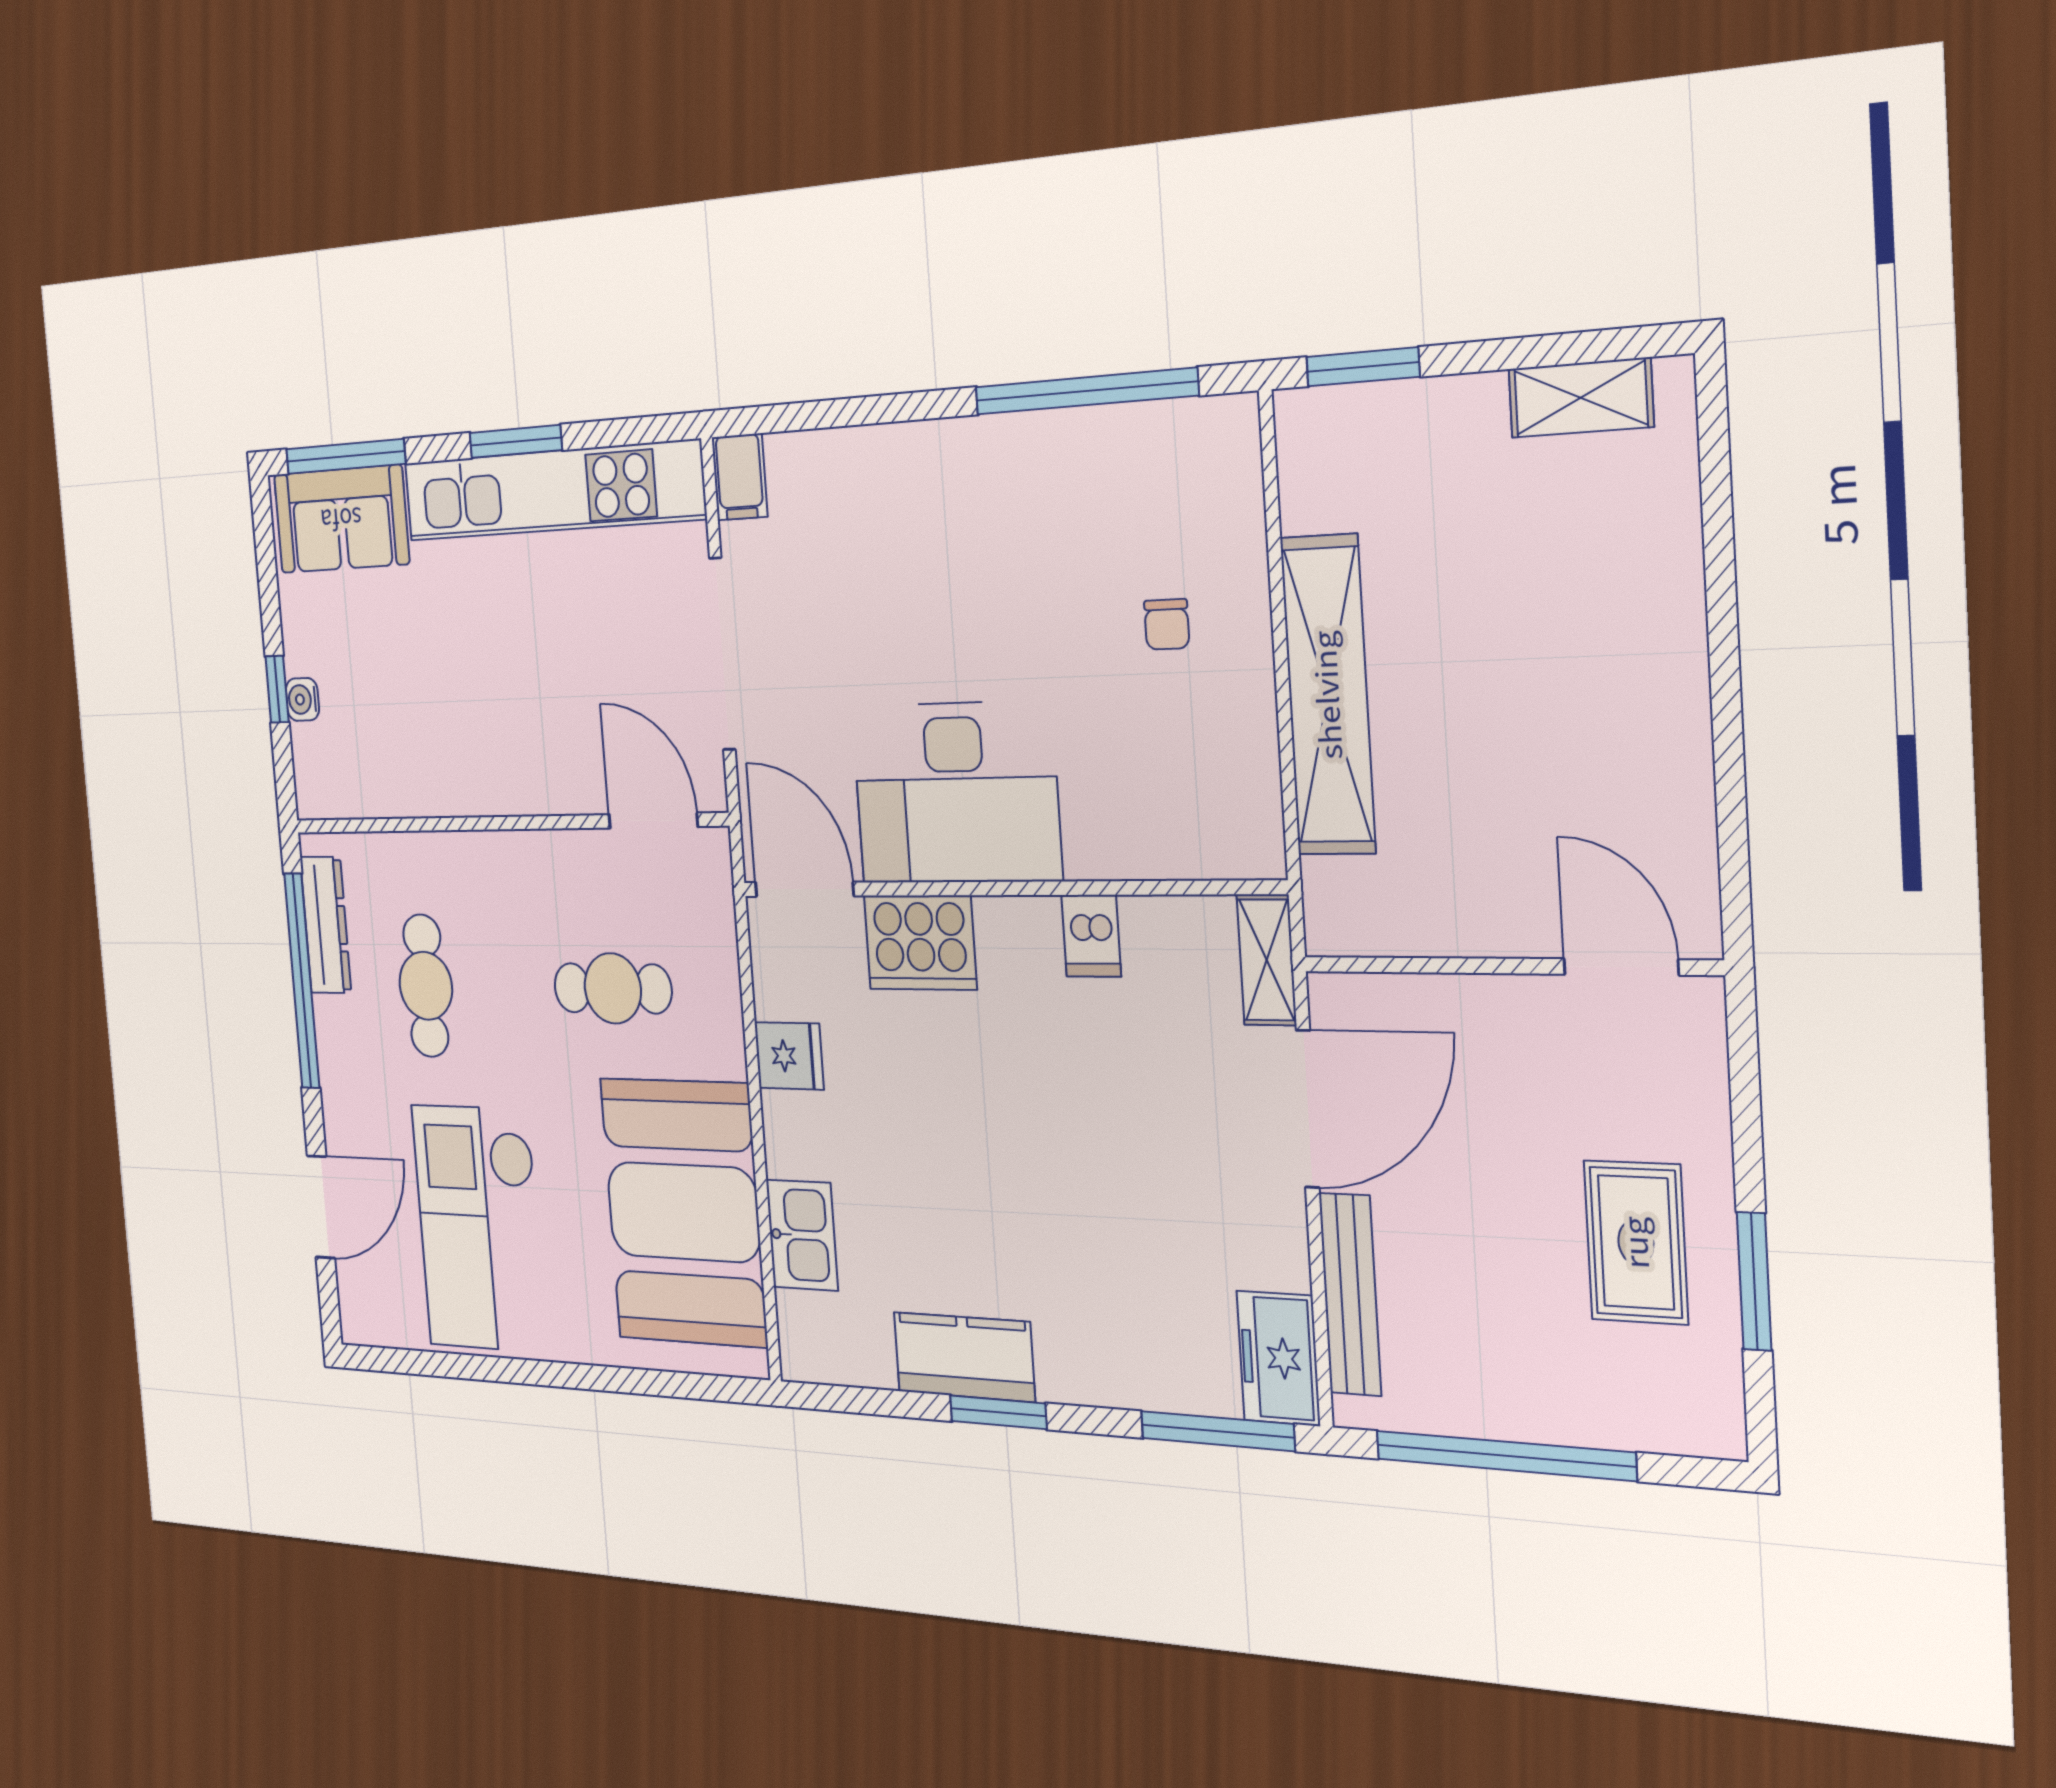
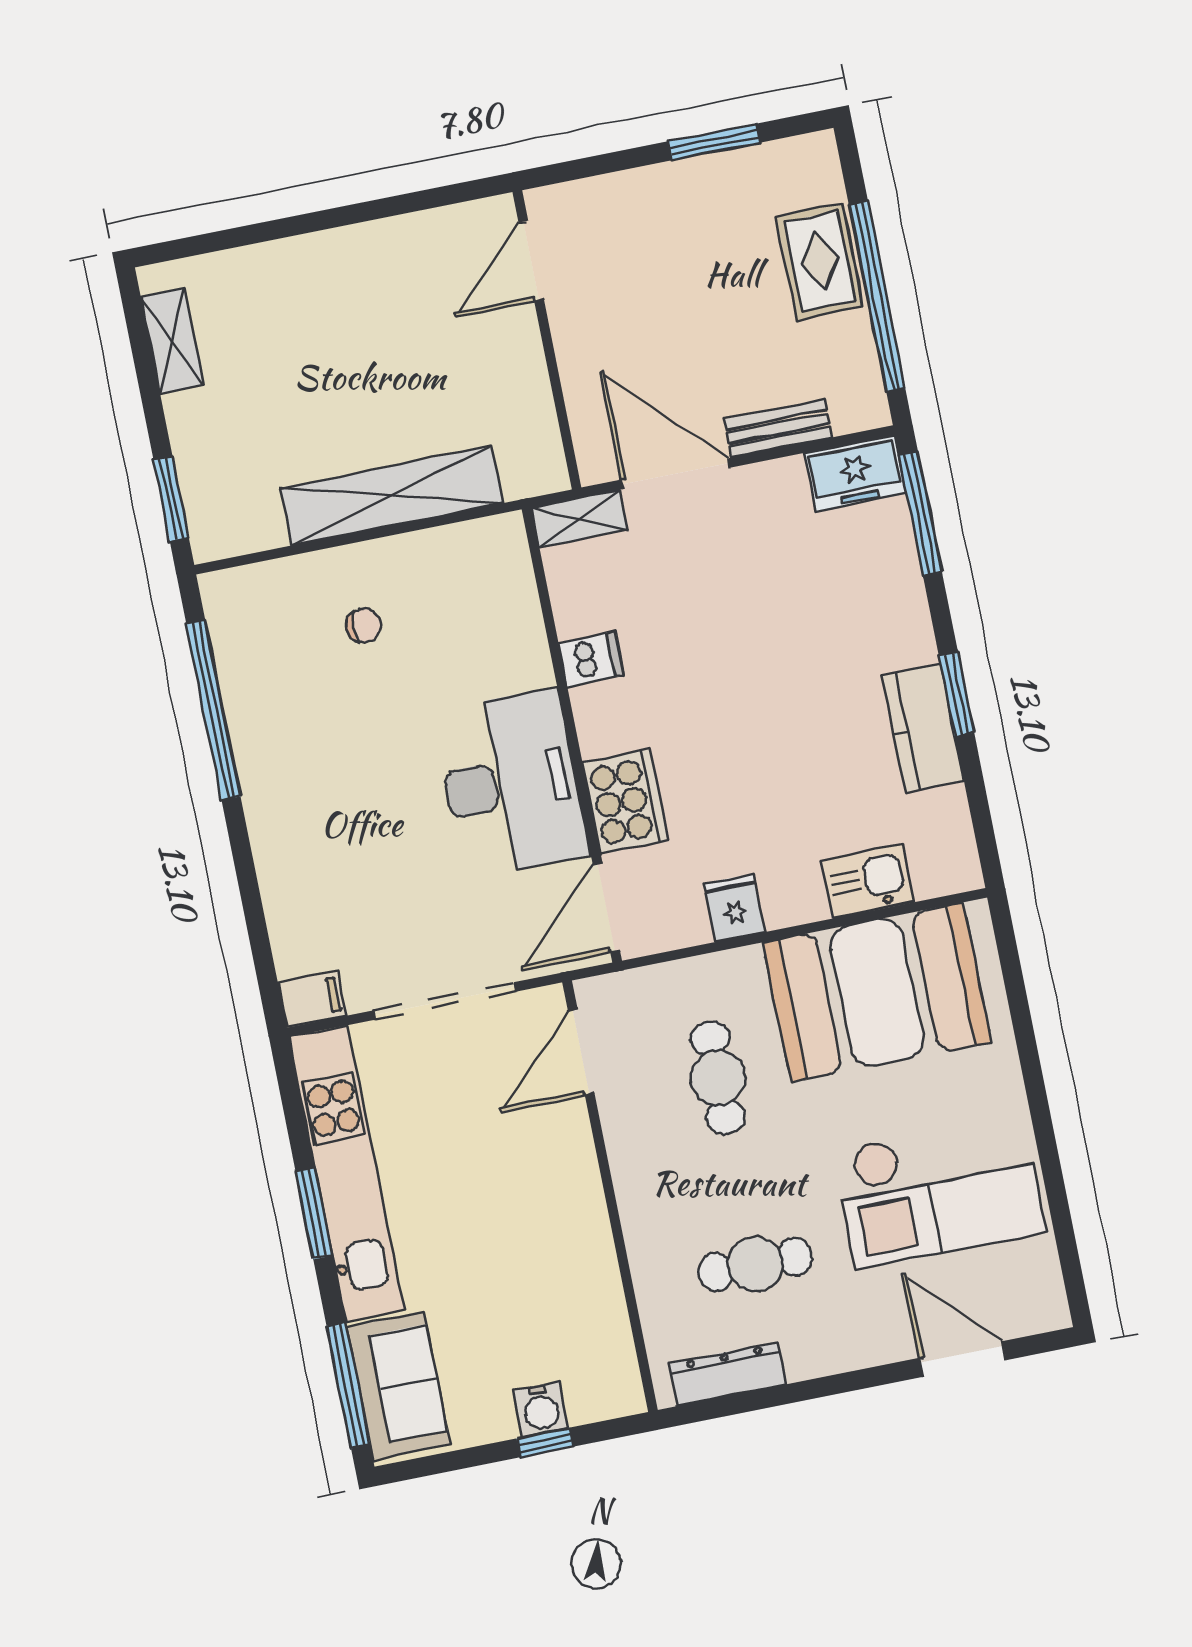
water cooler: (302, 699) -> (541, 1409), width x1.38, depth x1.38
window: (302, 981) -> (779, 1396), removed
rug: (1636, 1242) -> (820, 261), moved, turned 90
bench: (1350, 1294) -> (778, 428), width x0.73

